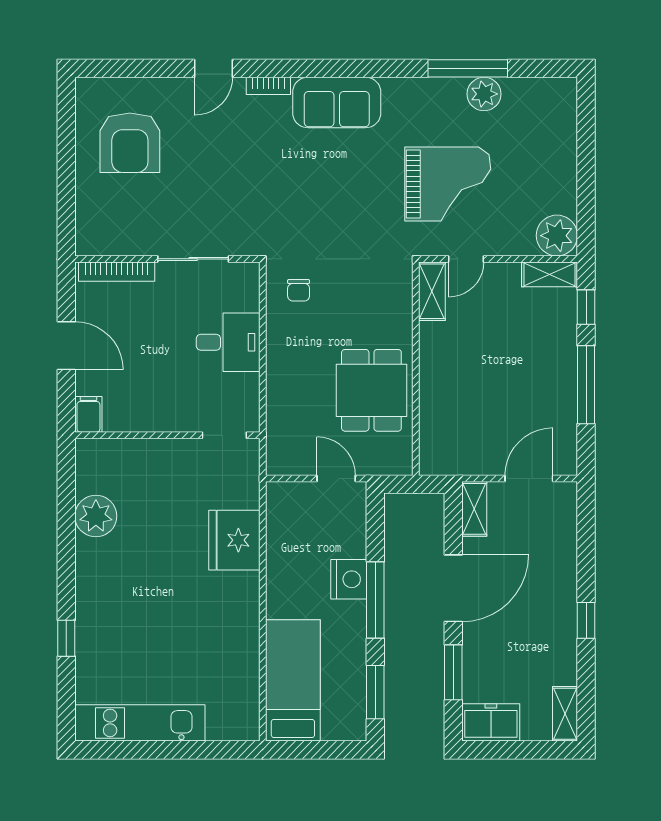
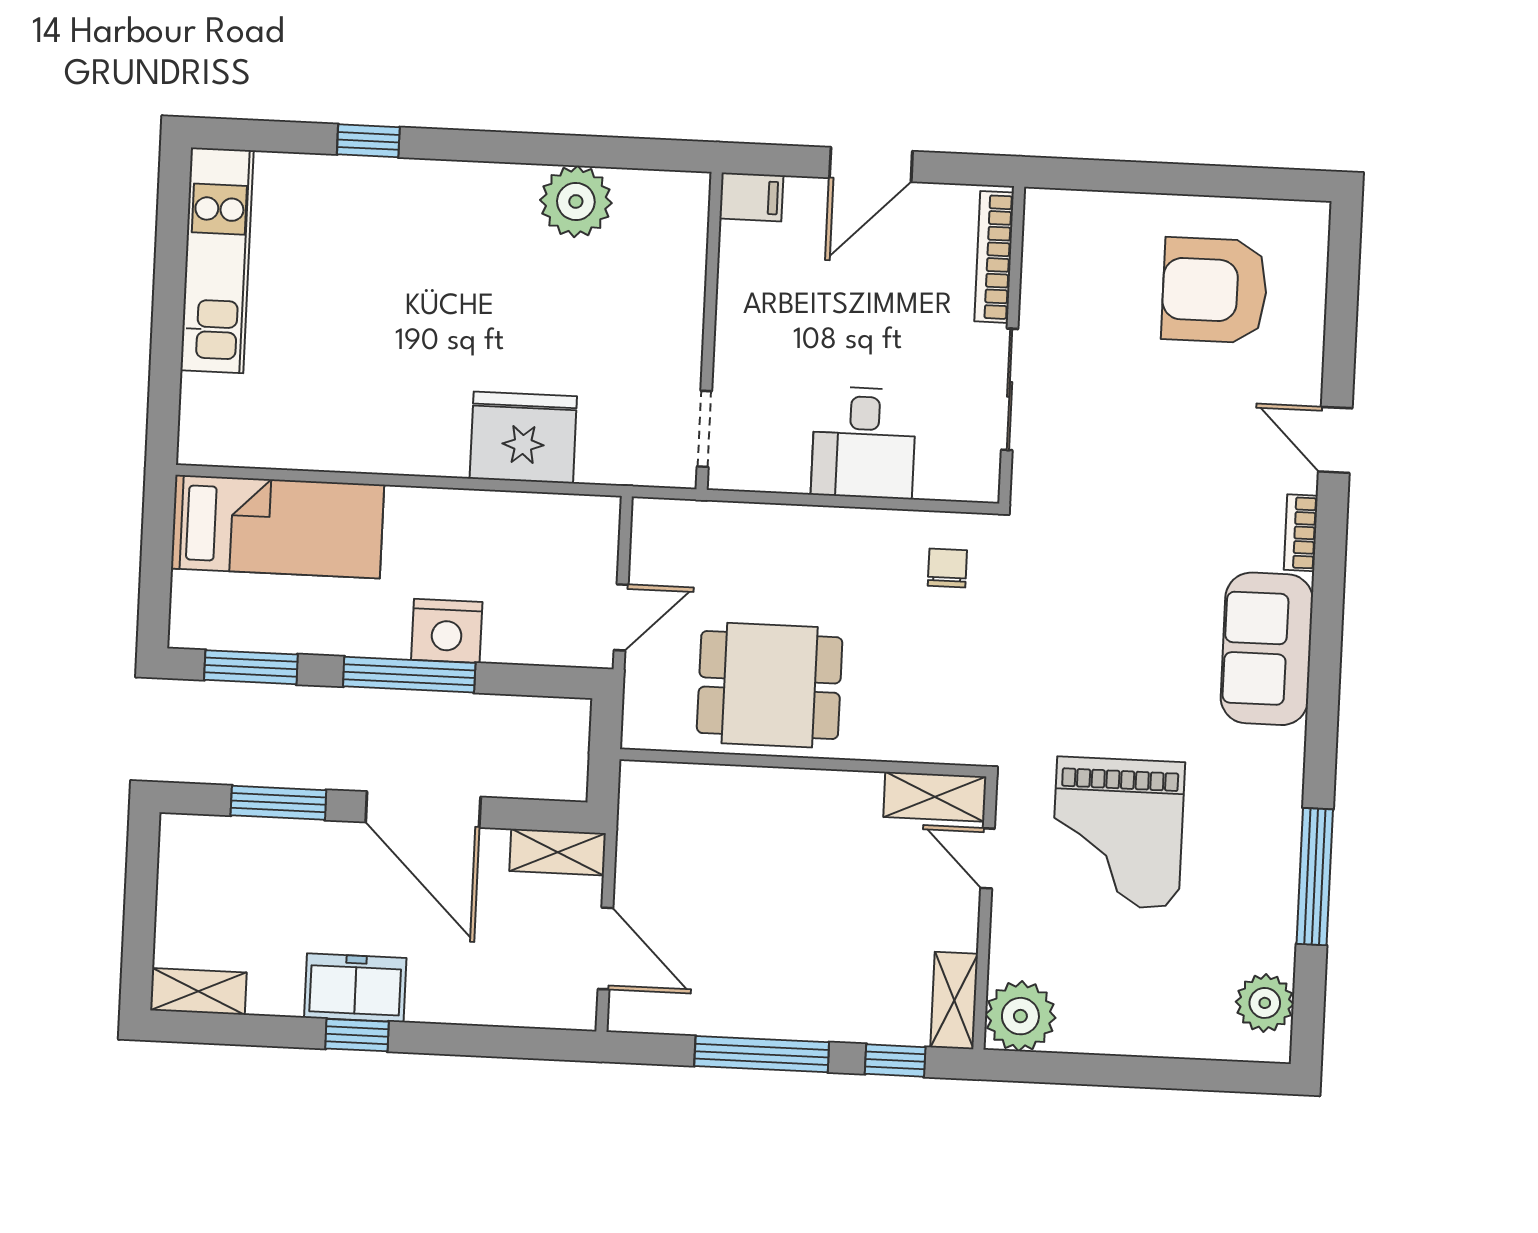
plant: (484, 94) -> (1265, 1003), moved
chair: (299, 290) -> (947, 568), turned 90
freezer: (491, 722) -> (355, 988), moved, turned -90

